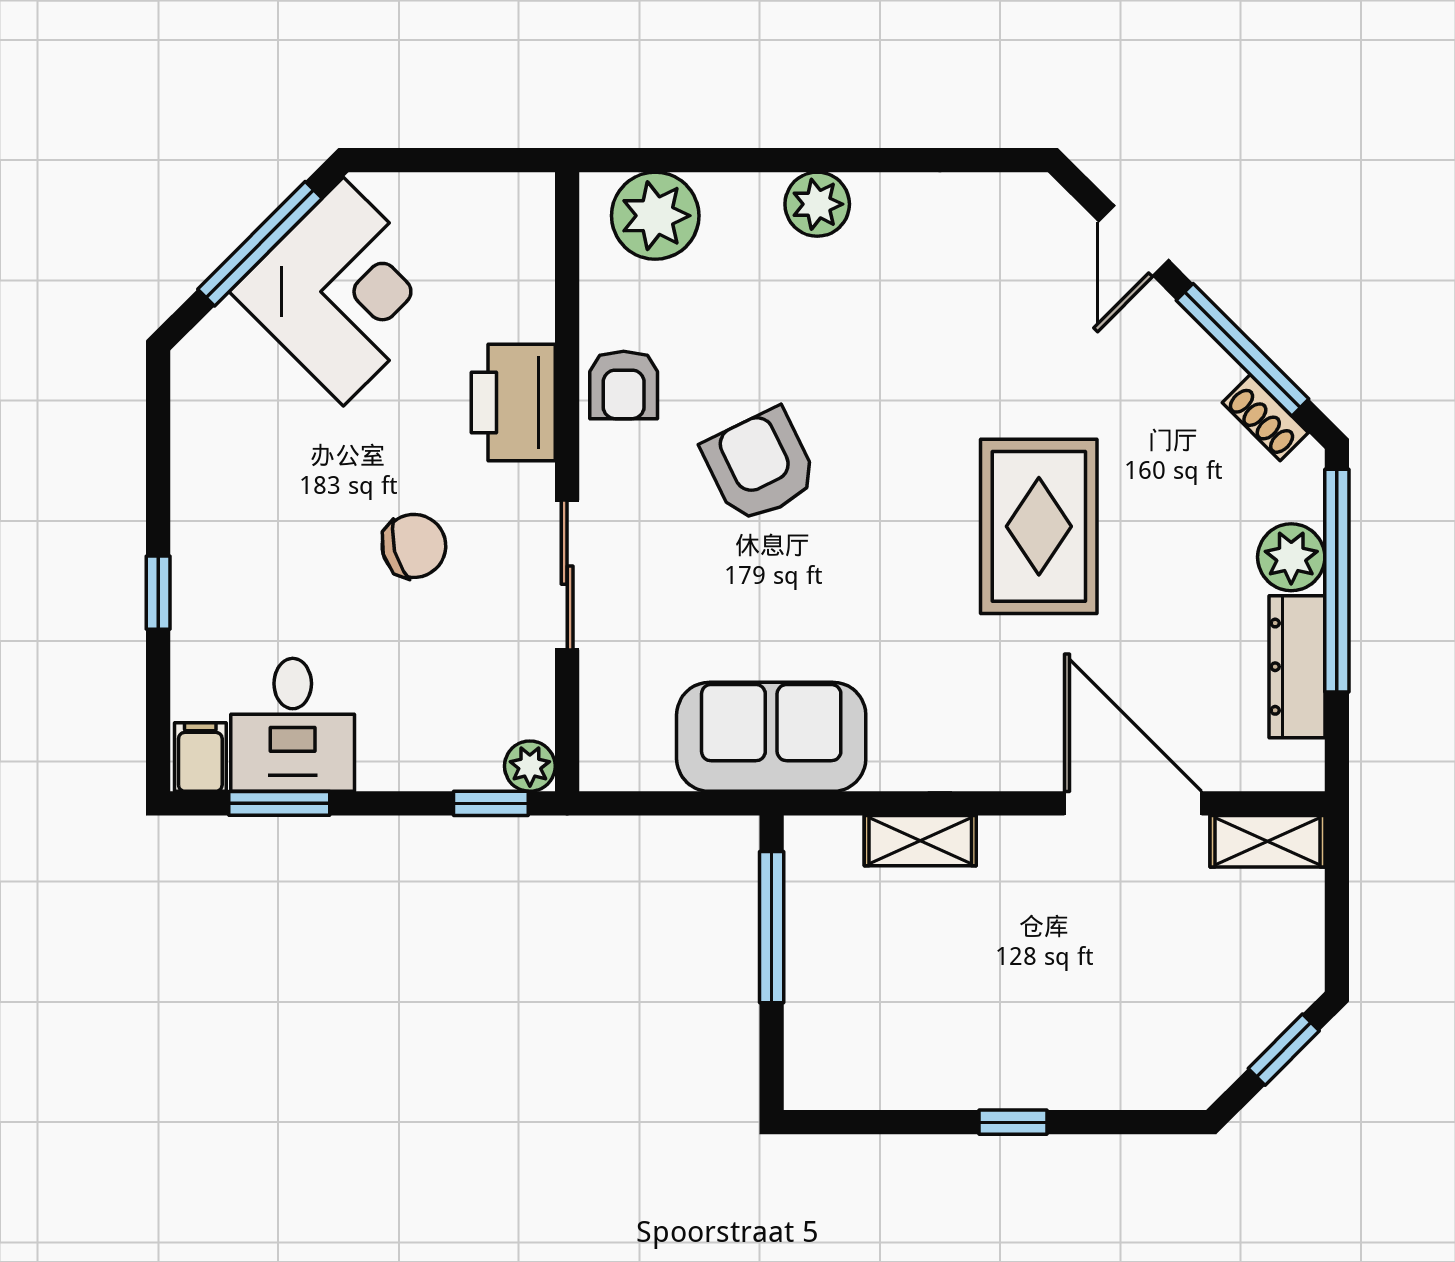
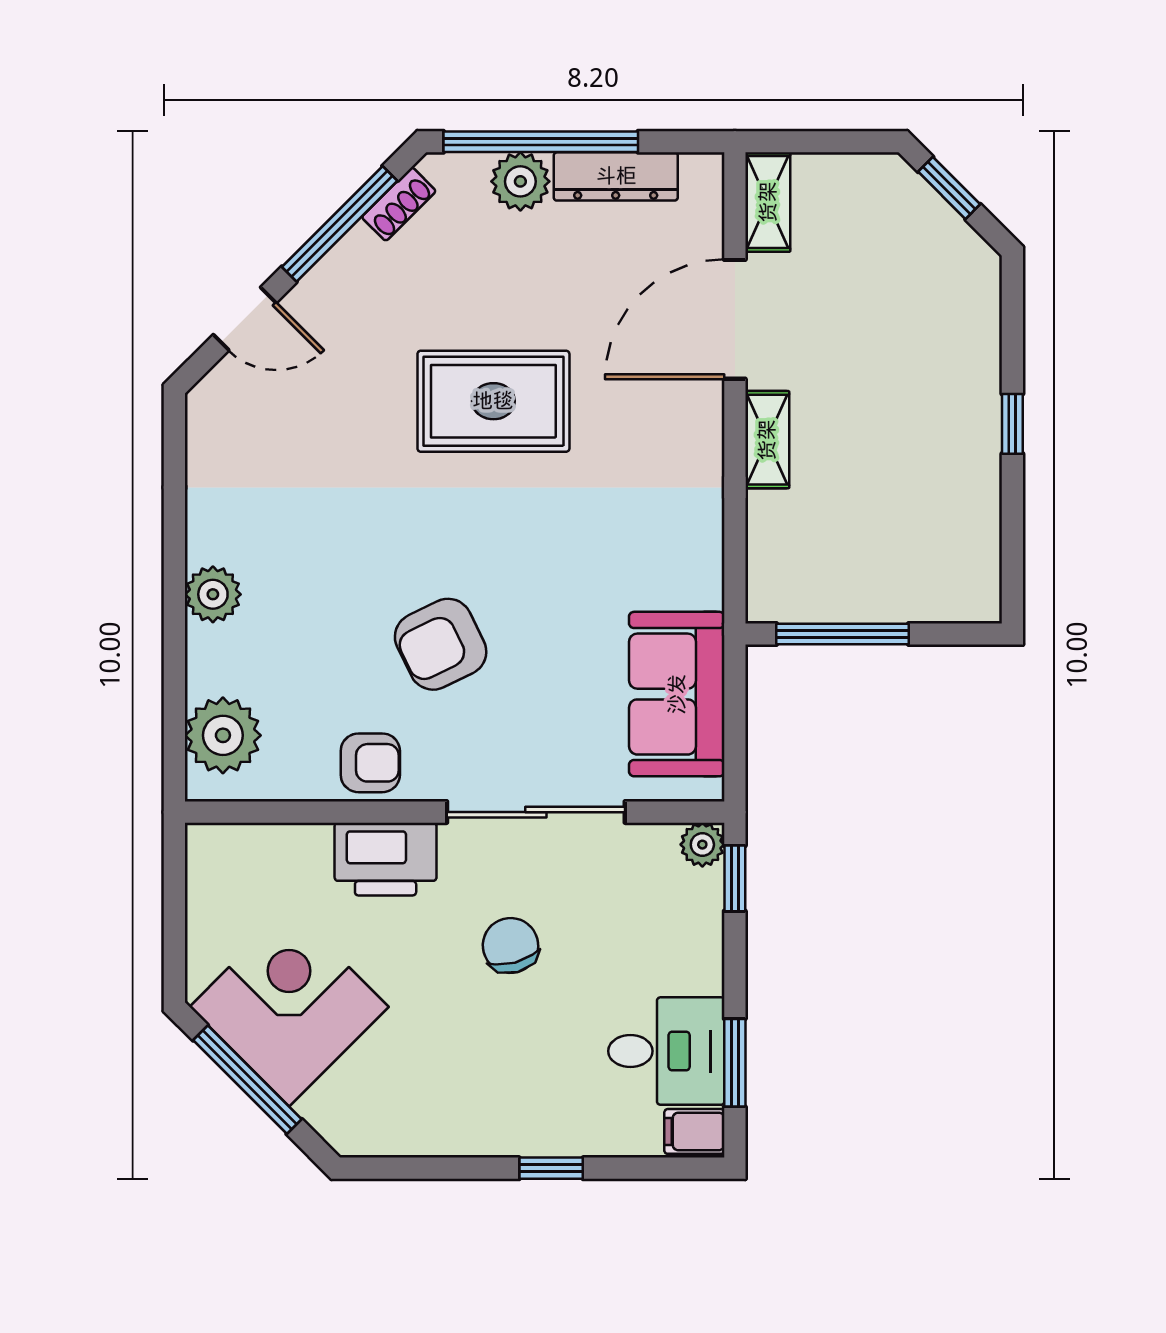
sliding door: (567, 575) -> (536, 812), width x1.37
sofa: (771, 737) -> (677, 694), moved
shelving: (920, 841) -> (767, 440), moved

